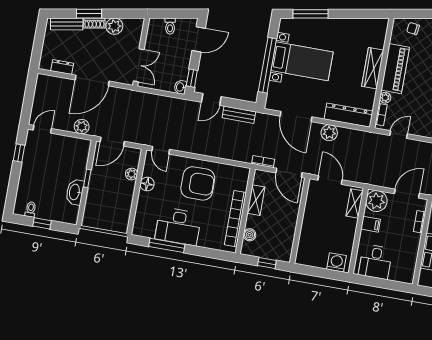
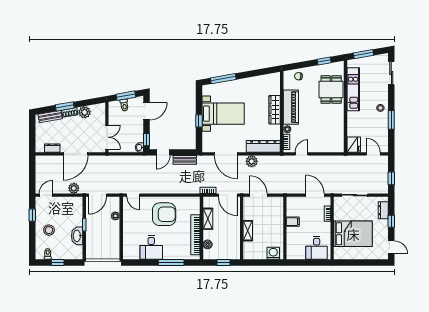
window: (174, 14) -> (126, 96), added
window: (267, 65) -> (199, 121), width x0.32
stool: (38, 177) -> (49, 230), added
floor lamp: (147, 184) -> (128, 221), removed
door: (407, 194) -> (315, 195), hinge flipped
plant: (376, 201) -> (294, 204), removed
shelving: (355, 203) -> (248, 231), moved
desk: (178, 226) -> (151, 247), width x0.73
window: (167, 245) -> (171, 262), moved
desk: (375, 262) -> (317, 248), moved

